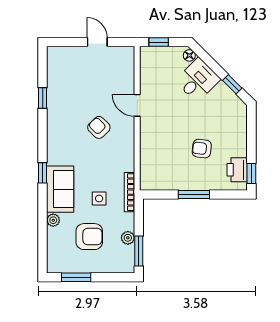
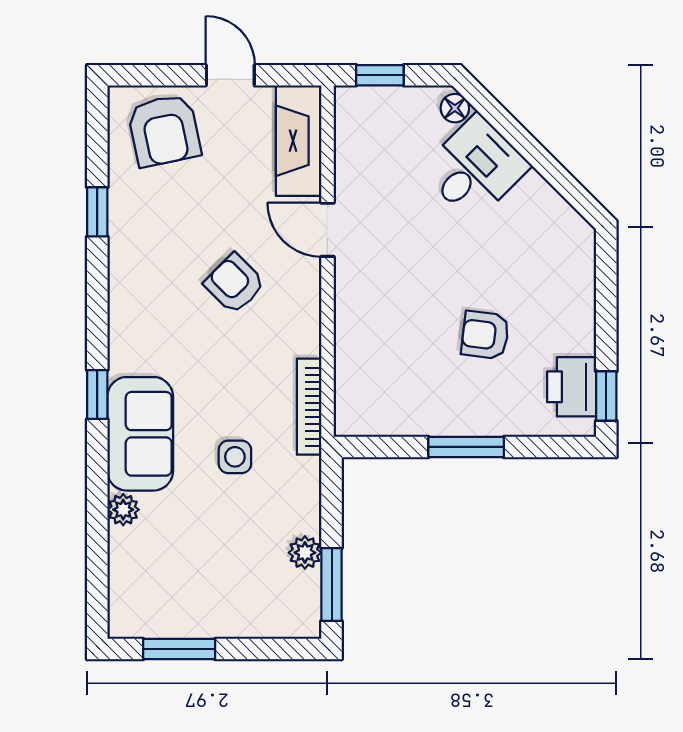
fireplace: (125, 69) -> (299, 141), added
window: (232, 84) -> (559, 178), removed
bookcase: (130, 192) -> (309, 407), moved
armchair: (89, 237) -> (164, 130), moved, turned 78

